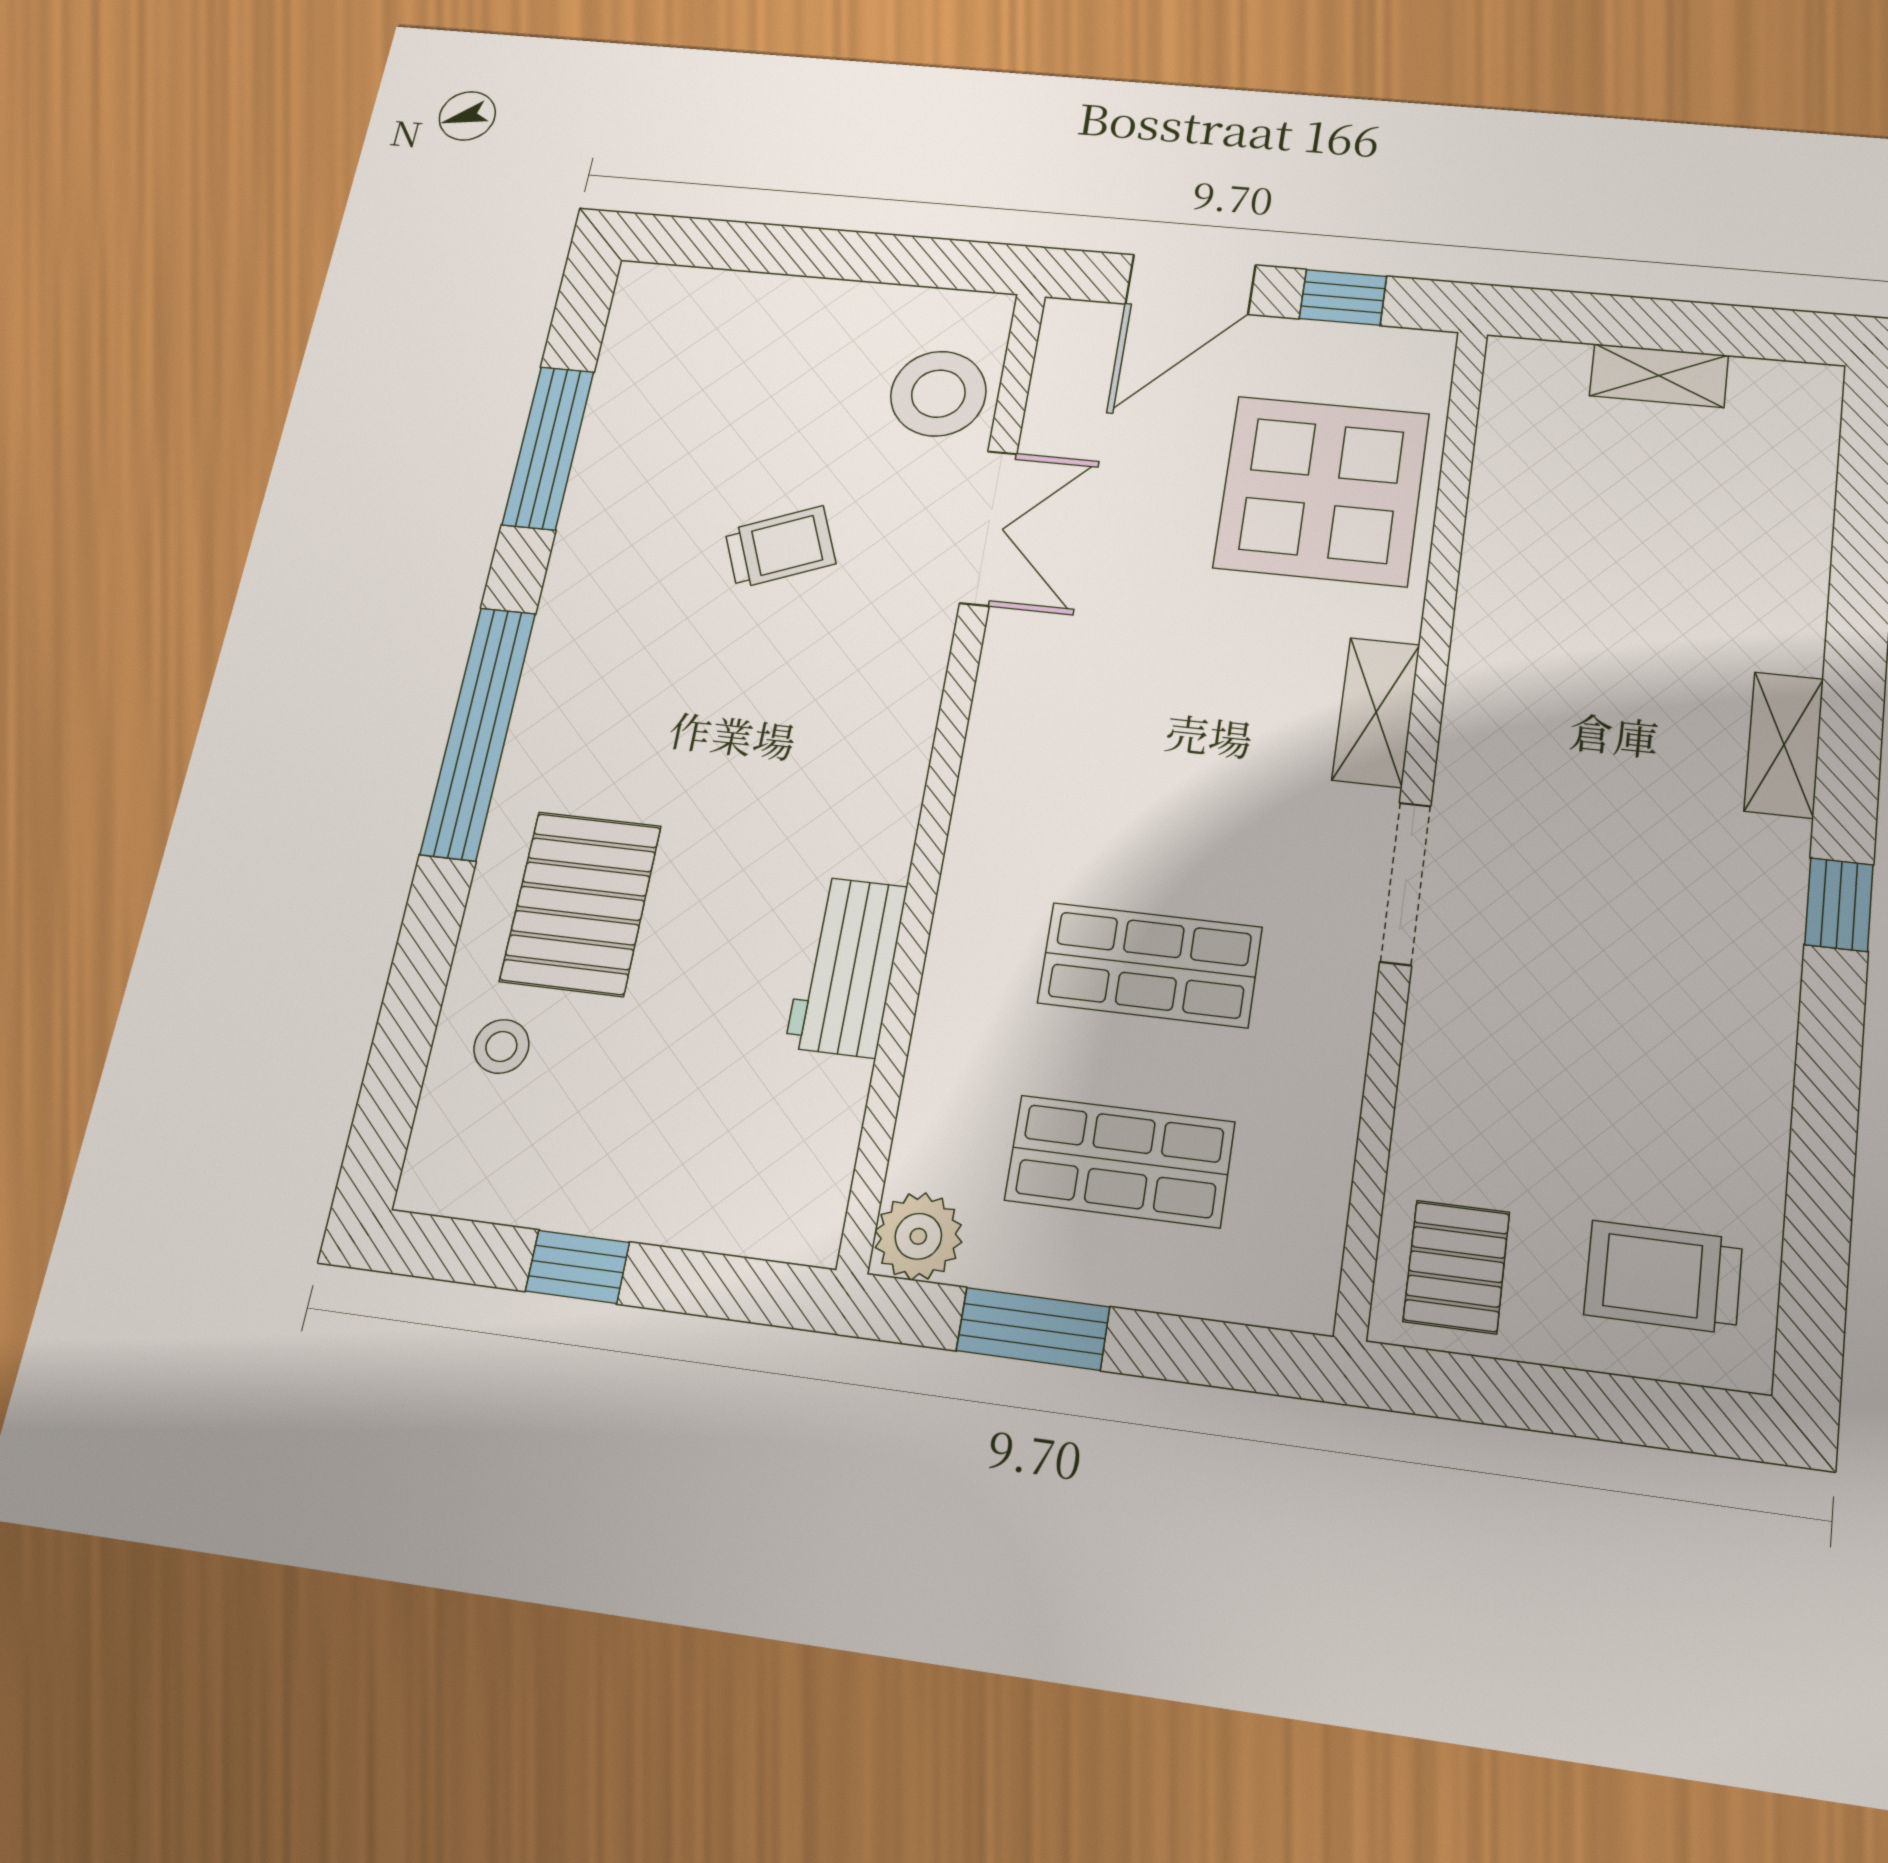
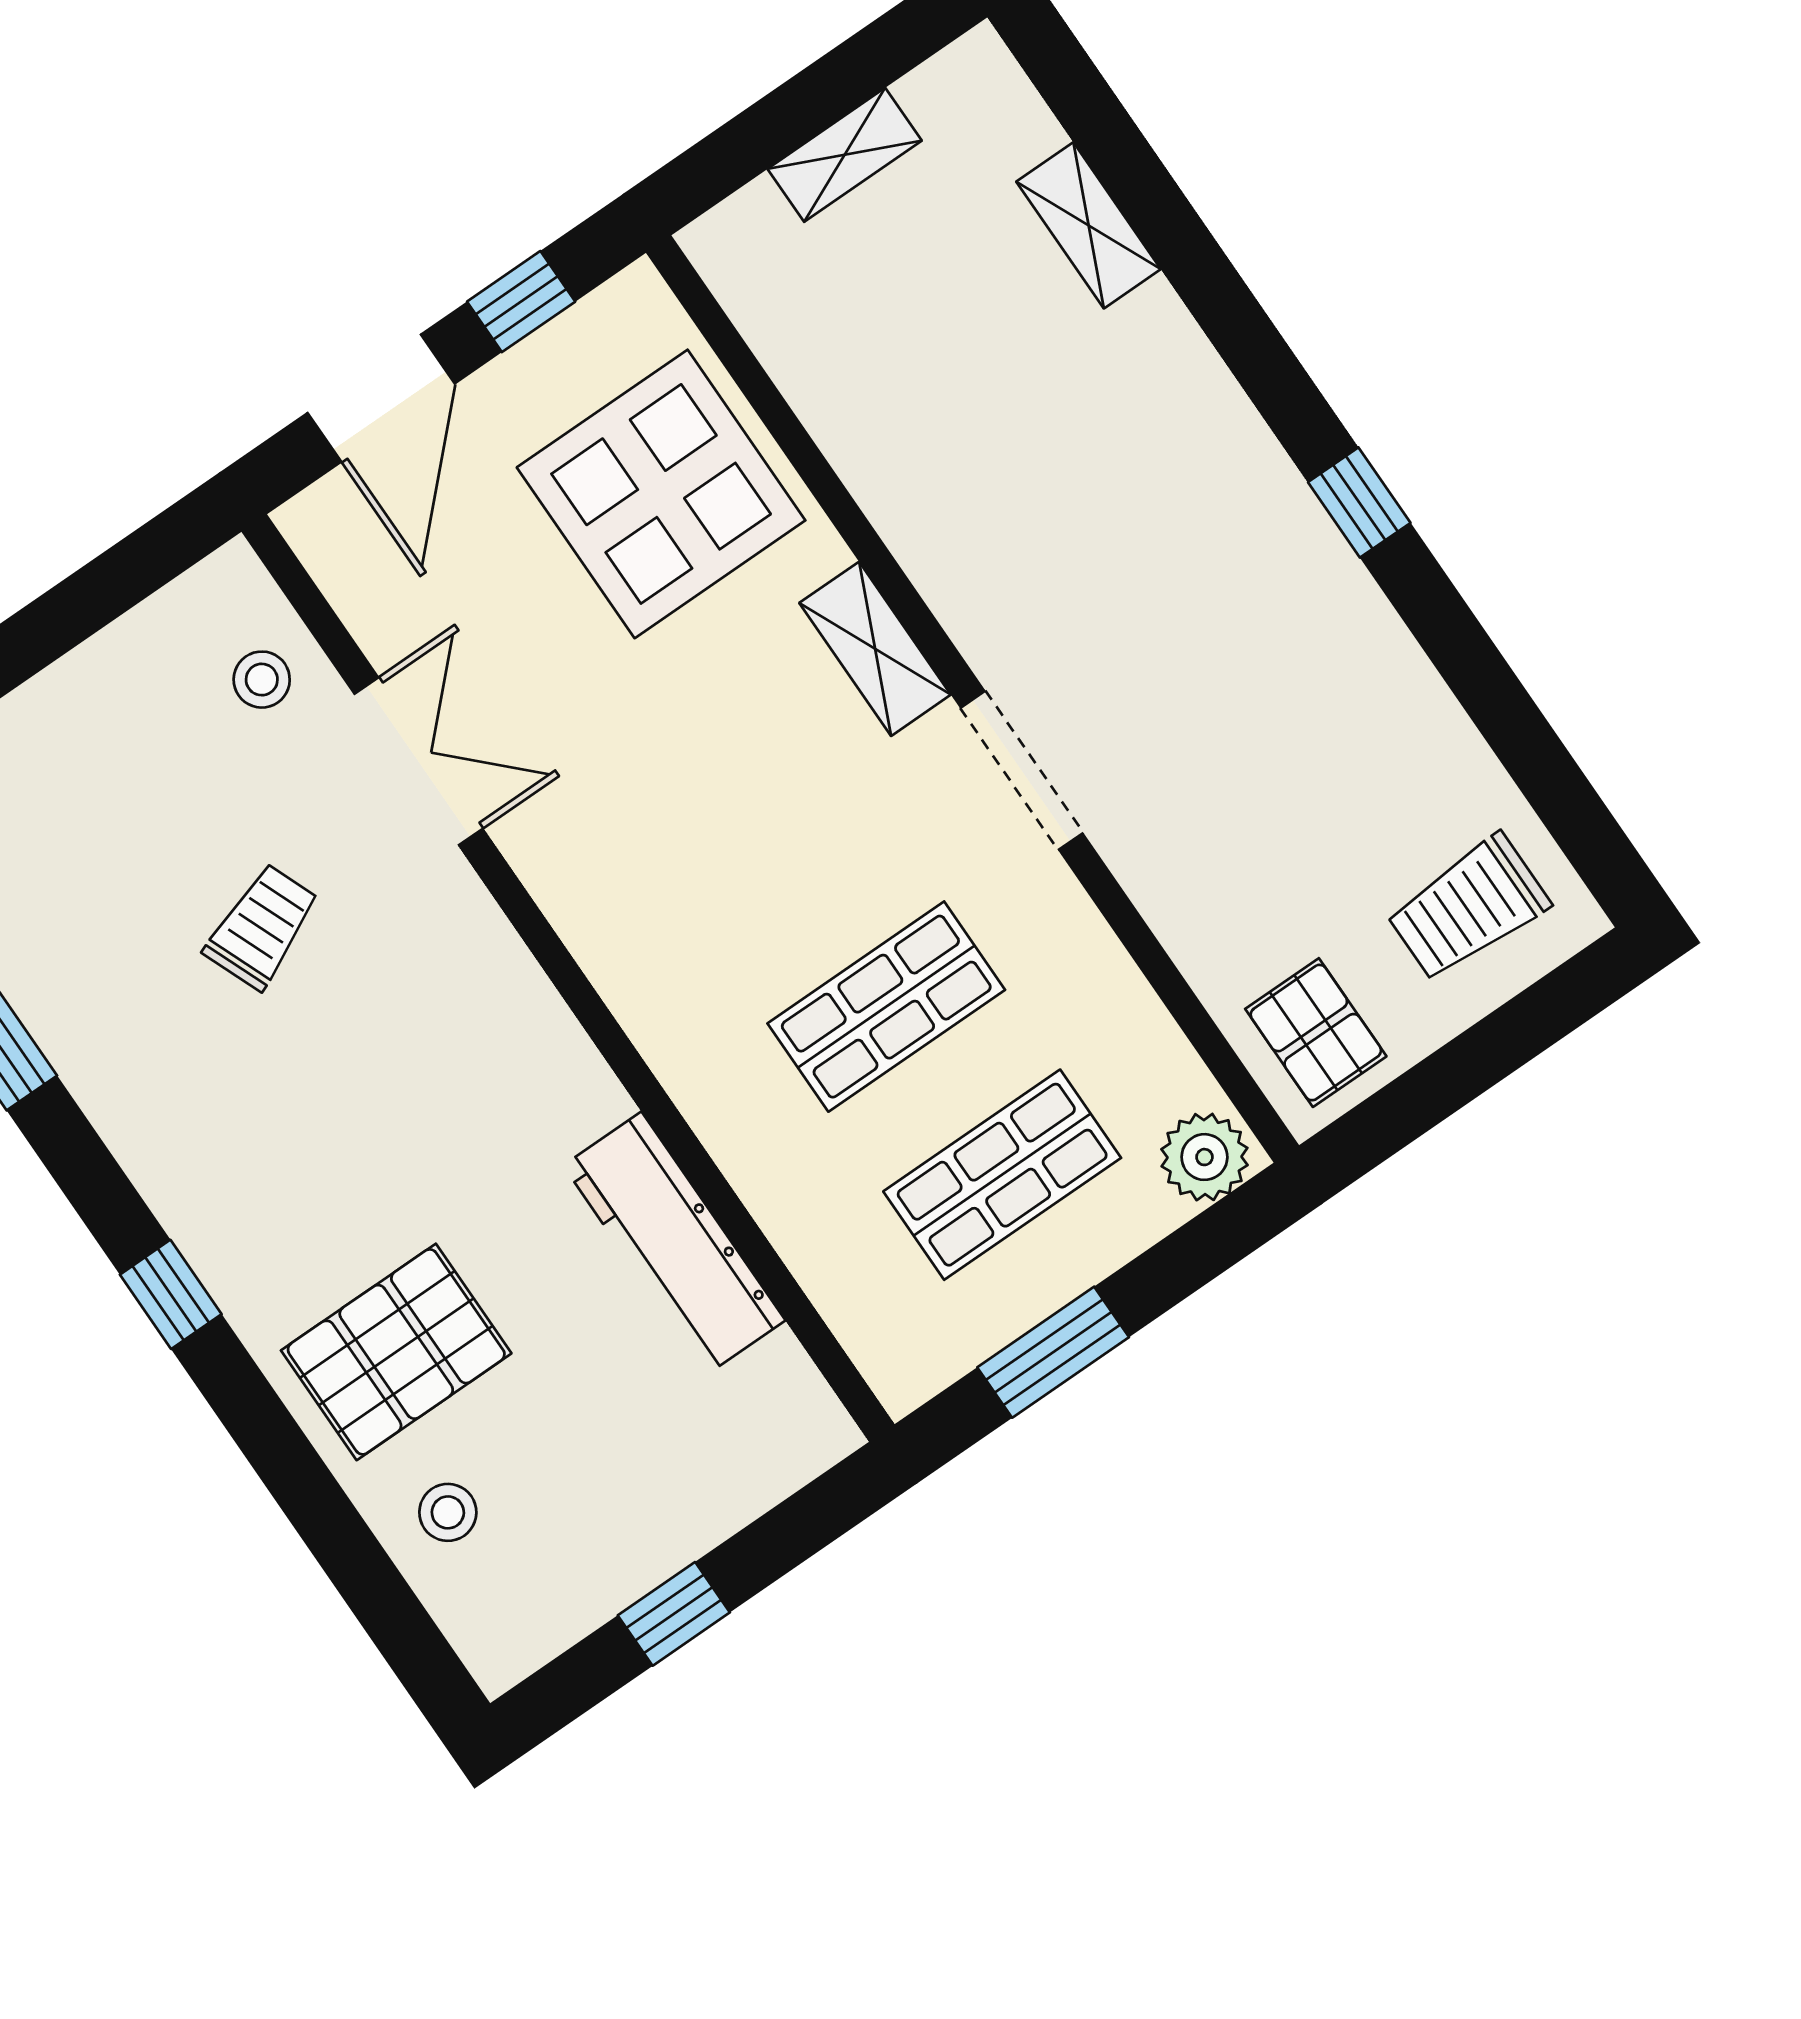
stool: (938, 394) -> (262, 680), width x0.53, depth x0.53
window: (478, 733) -> (171, 1294), width x0.32
shelving: (1784, 745) -> (1089, 225), moved
pallet: (581, 903) -> (396, 1352), turned 90
workbench: (846, 966) -> (674, 1243), width x1.38
plant: (918, 1236) -> (1204, 1157), moved

